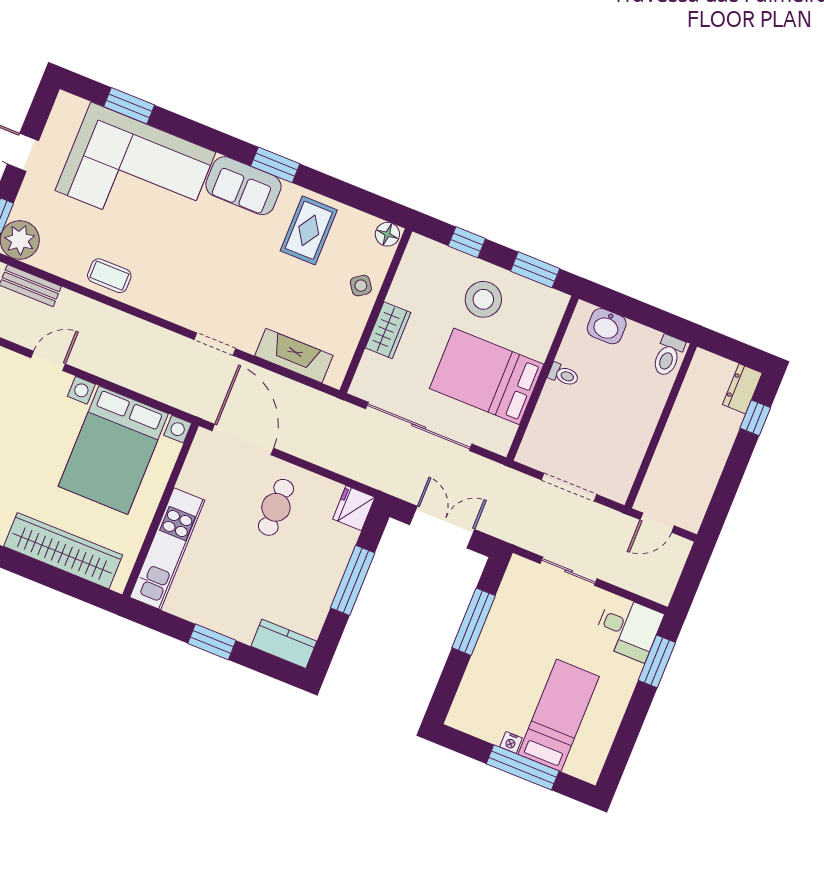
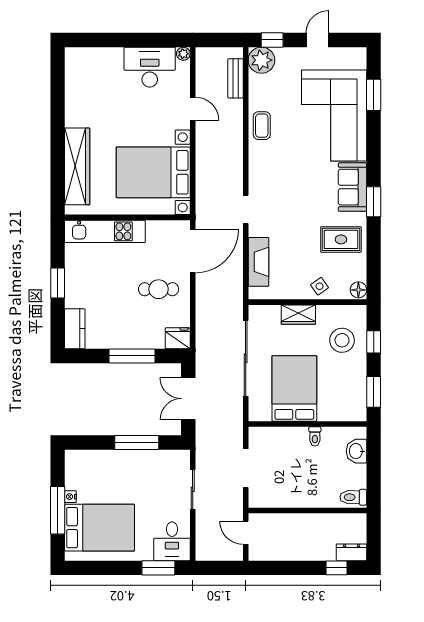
stool: (483, 299) -> (342, 340), moved
double door: (442, 527) -> (188, 399), swing flipped
bed: (559, 715) -> (100, 528), width x1.50

